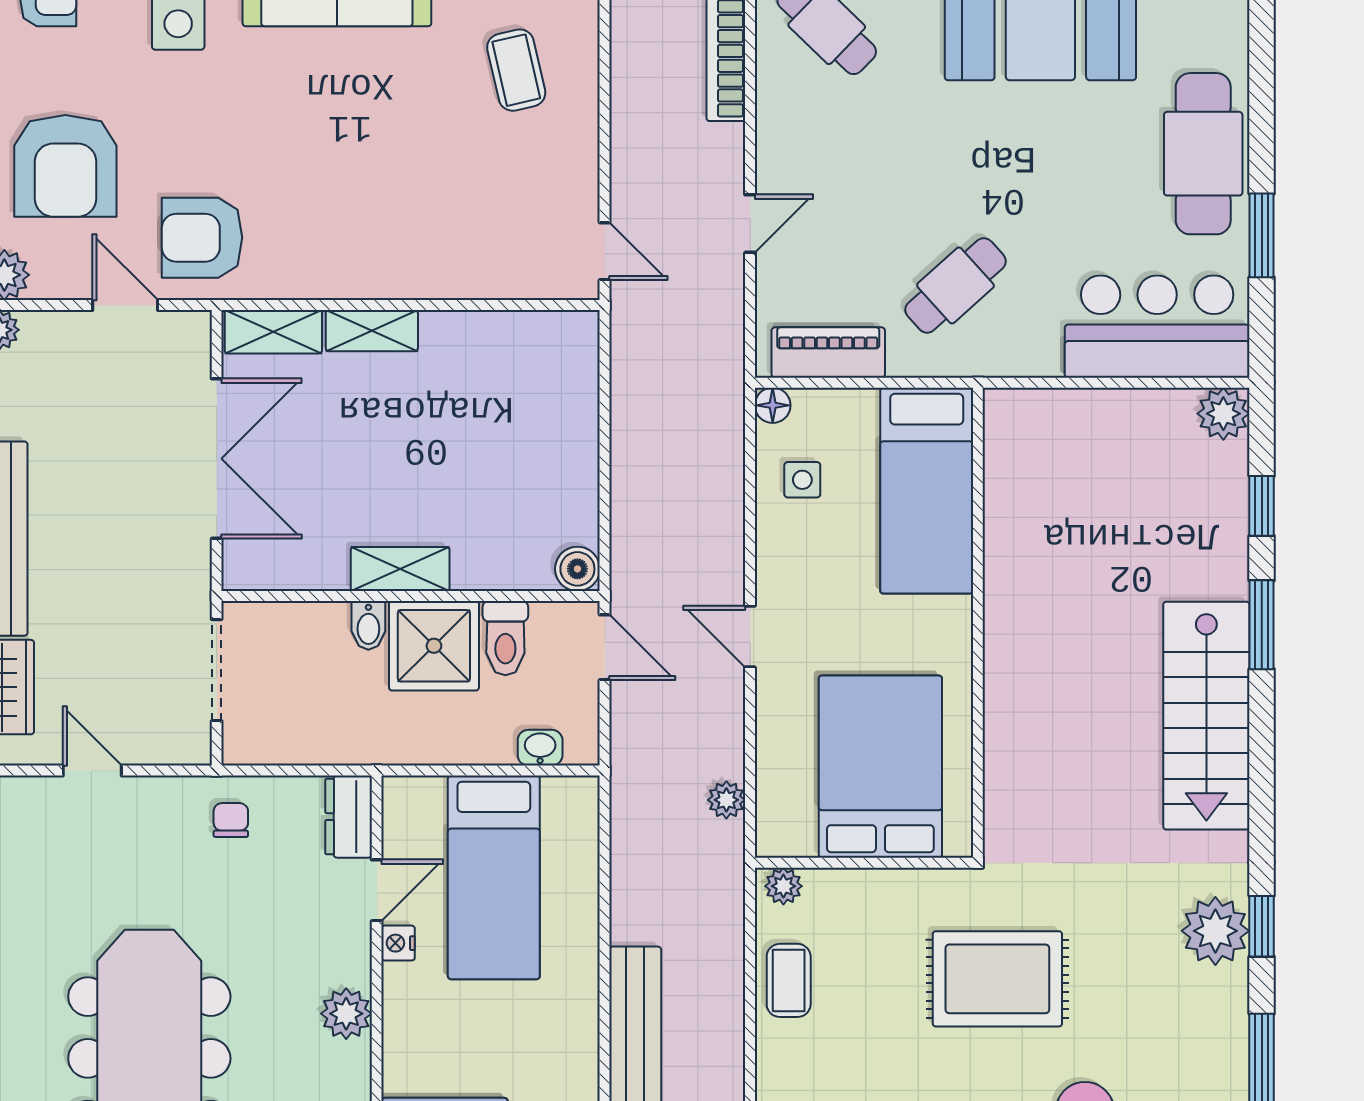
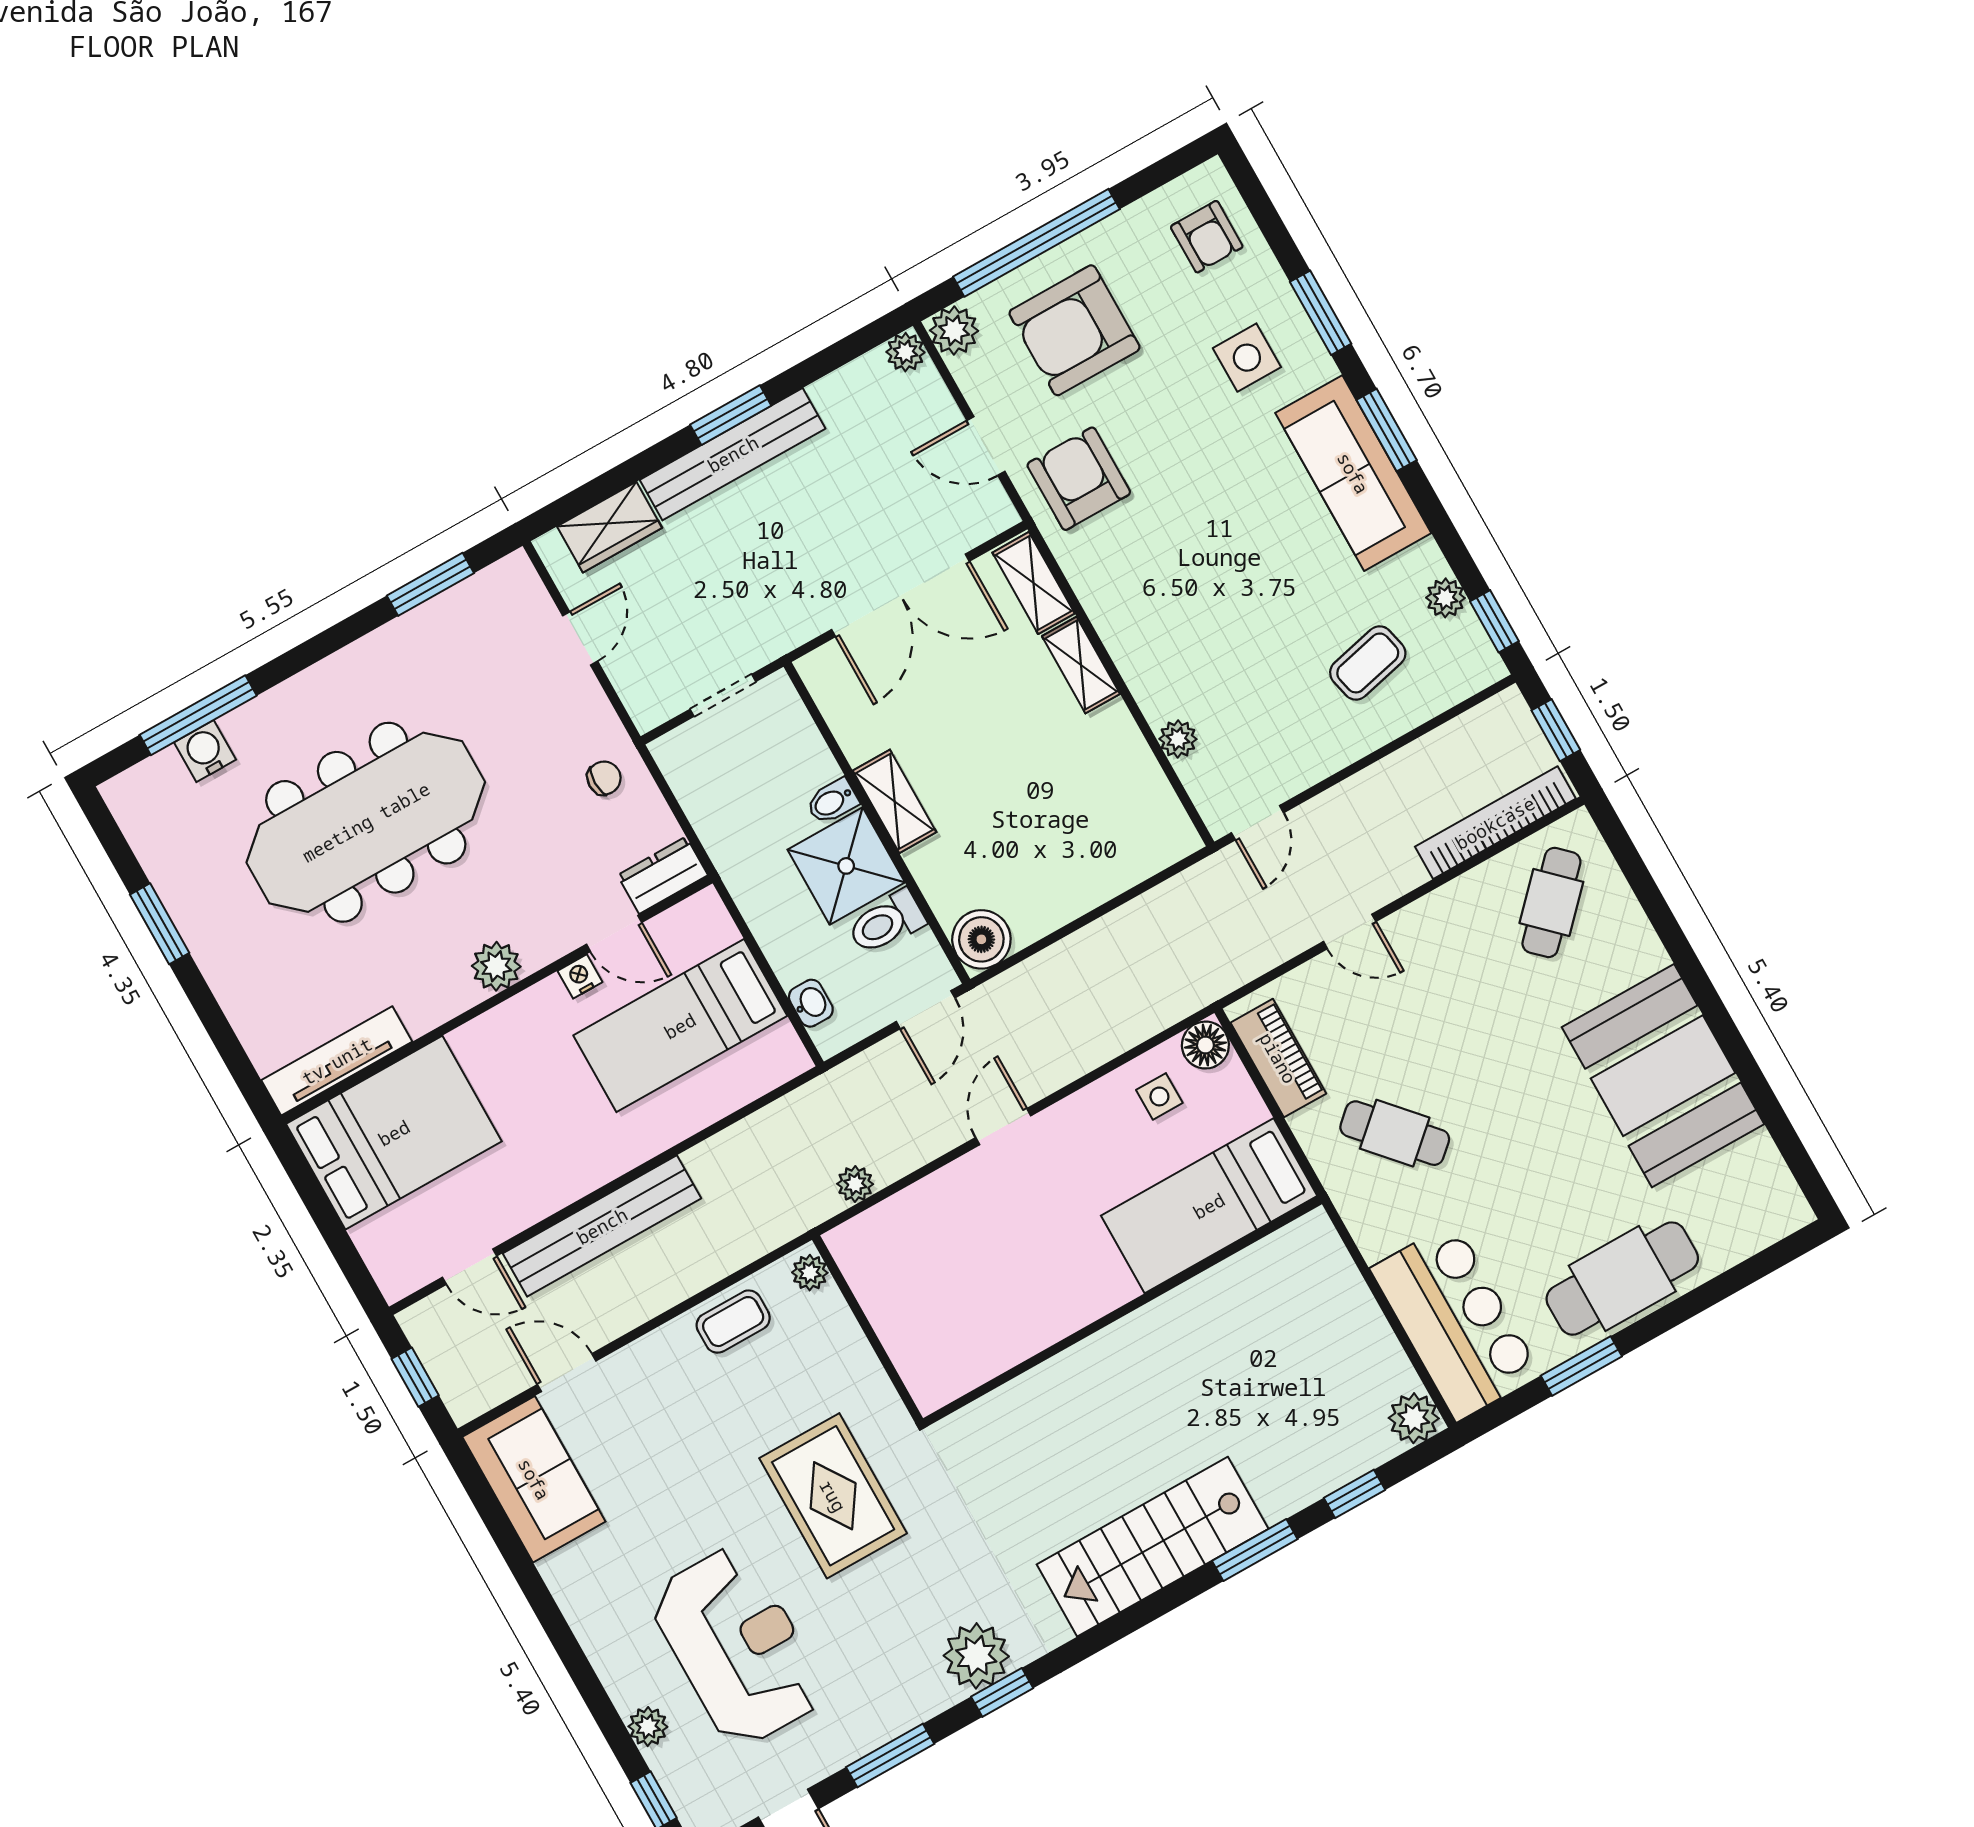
plant: (488, 281) -> (1178, 739), added
door: (125, 305) -> (986, 446), swing flipped
floor lamp: (773, 405) -> (1205, 1045), width x1.37, depth x1.37
boiler: (577, 569) -> (981, 939), width x1.36, depth x1.36
doorway: (217, 670) -> (723, 695), width x0.73
bed: (880, 767) -> (956, 1297), removed

